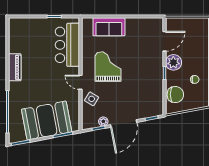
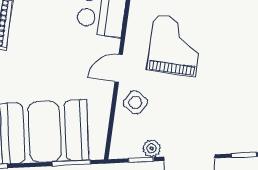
door: (81, 82) -> (119, 68), hinge flipped

